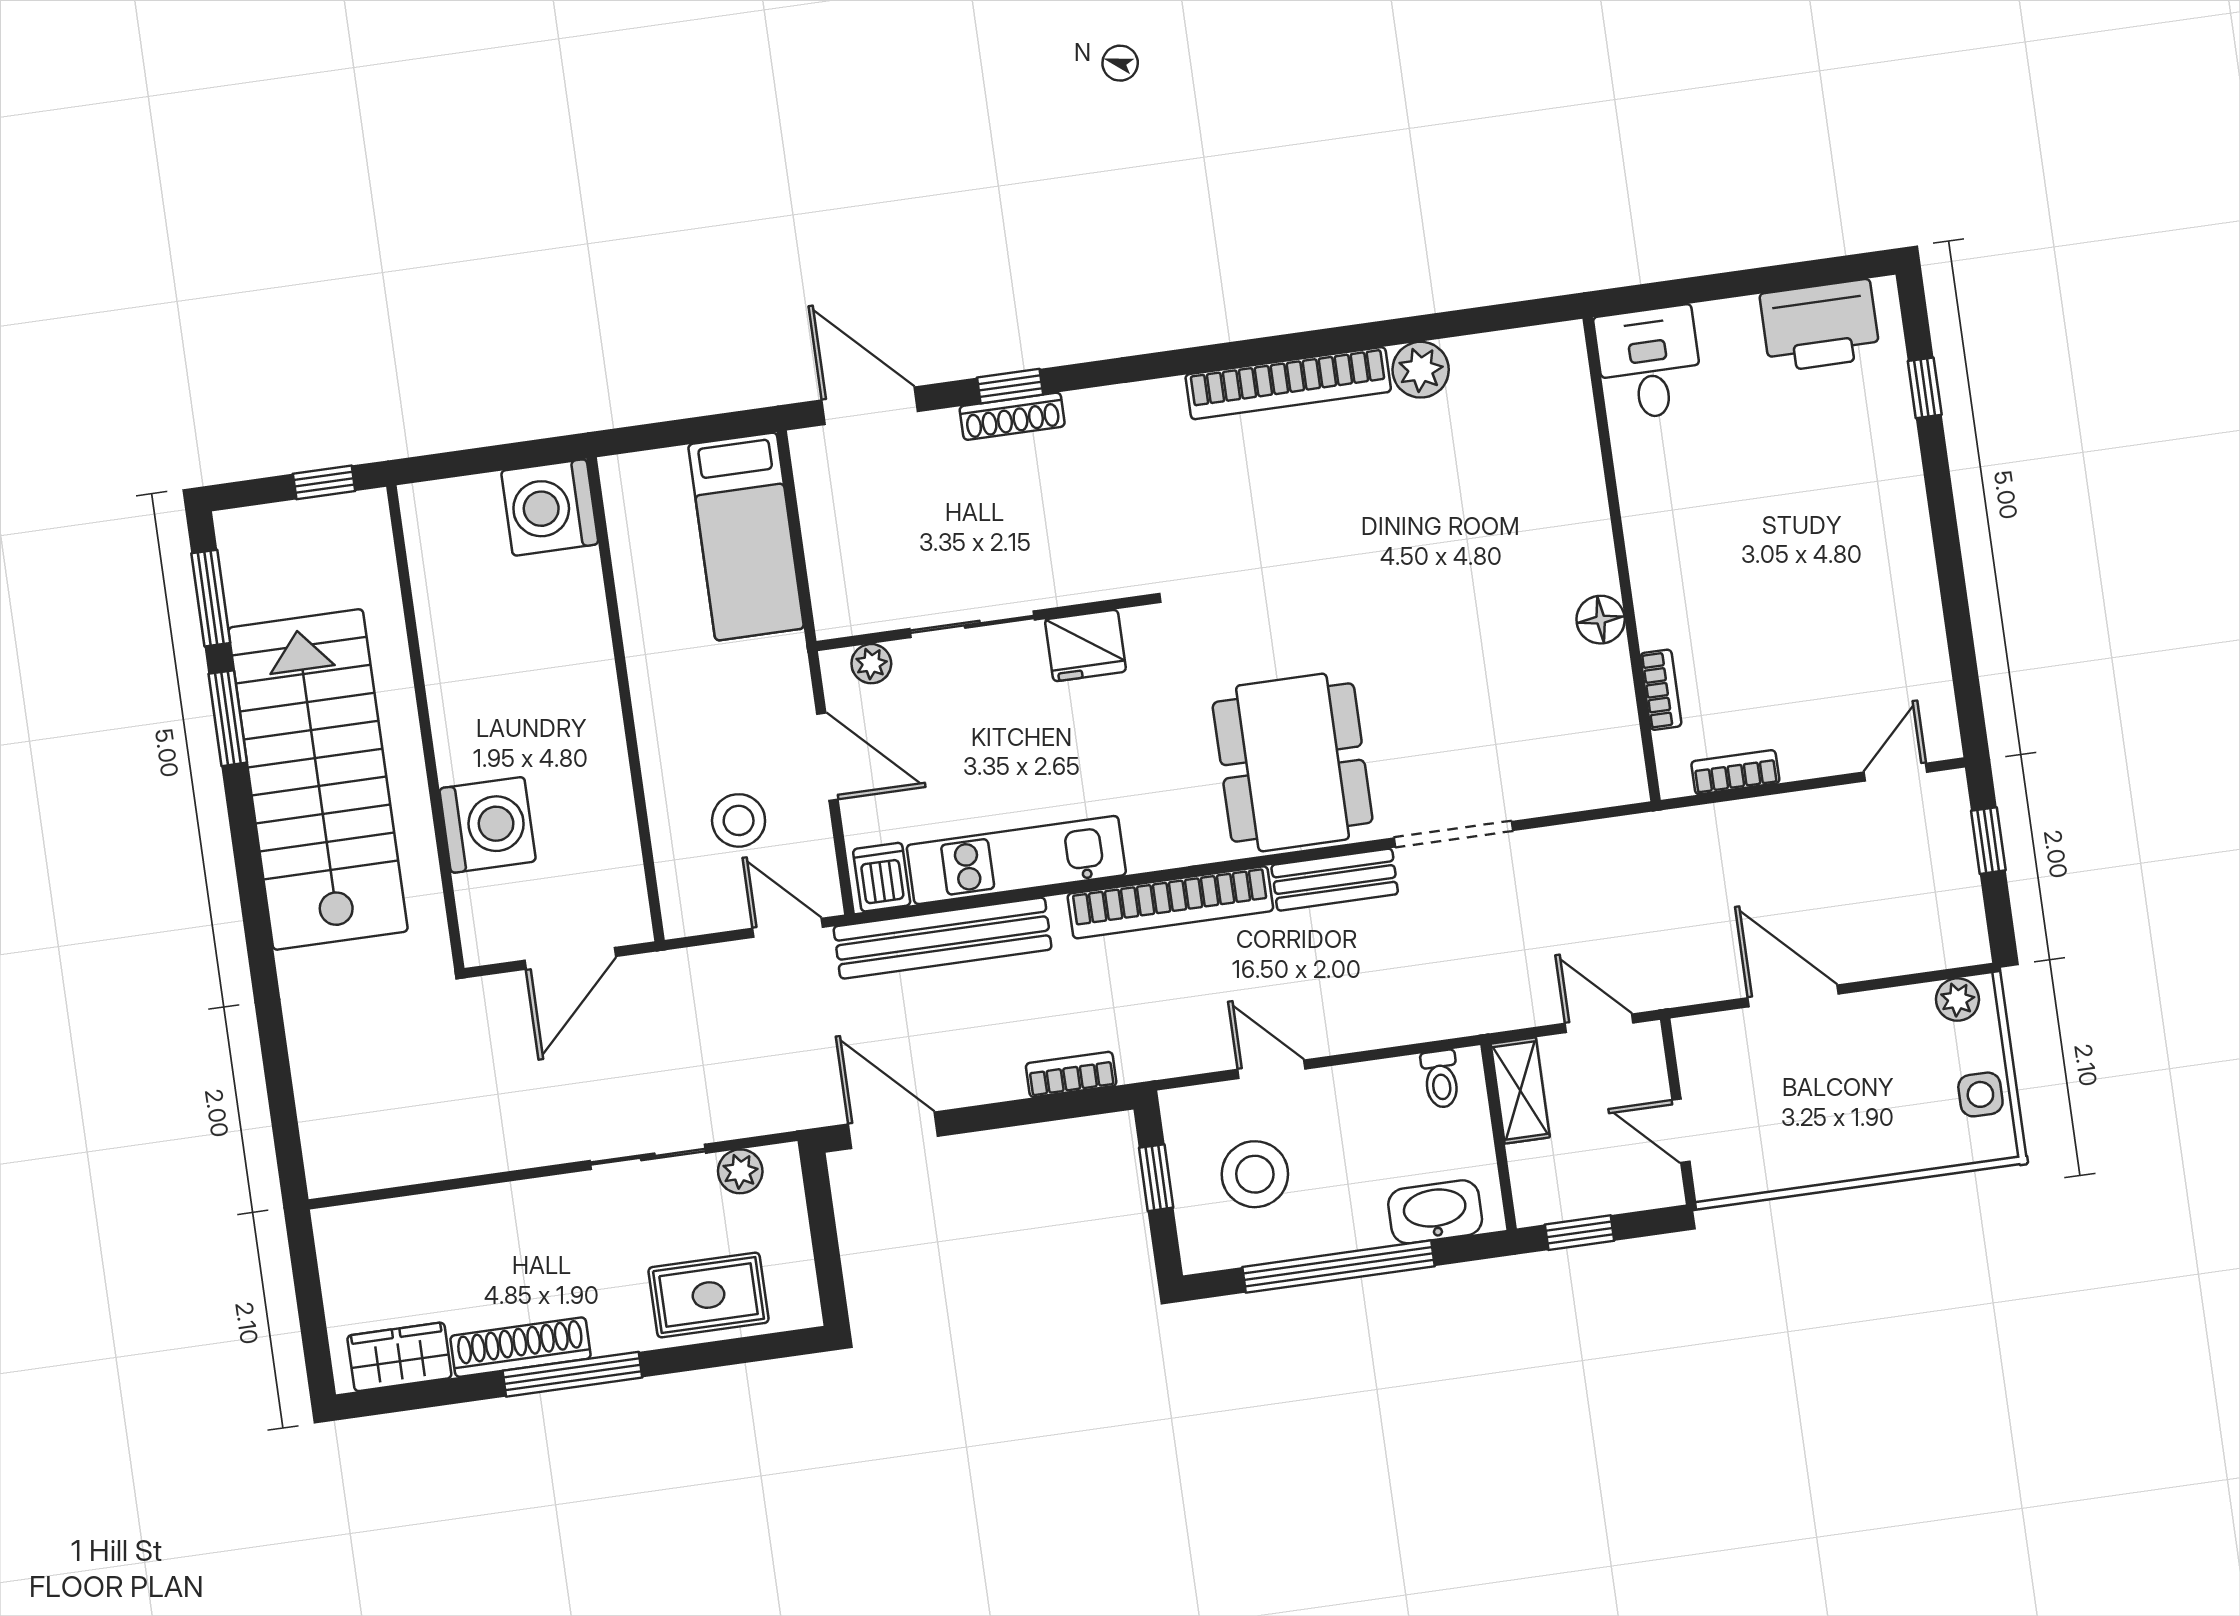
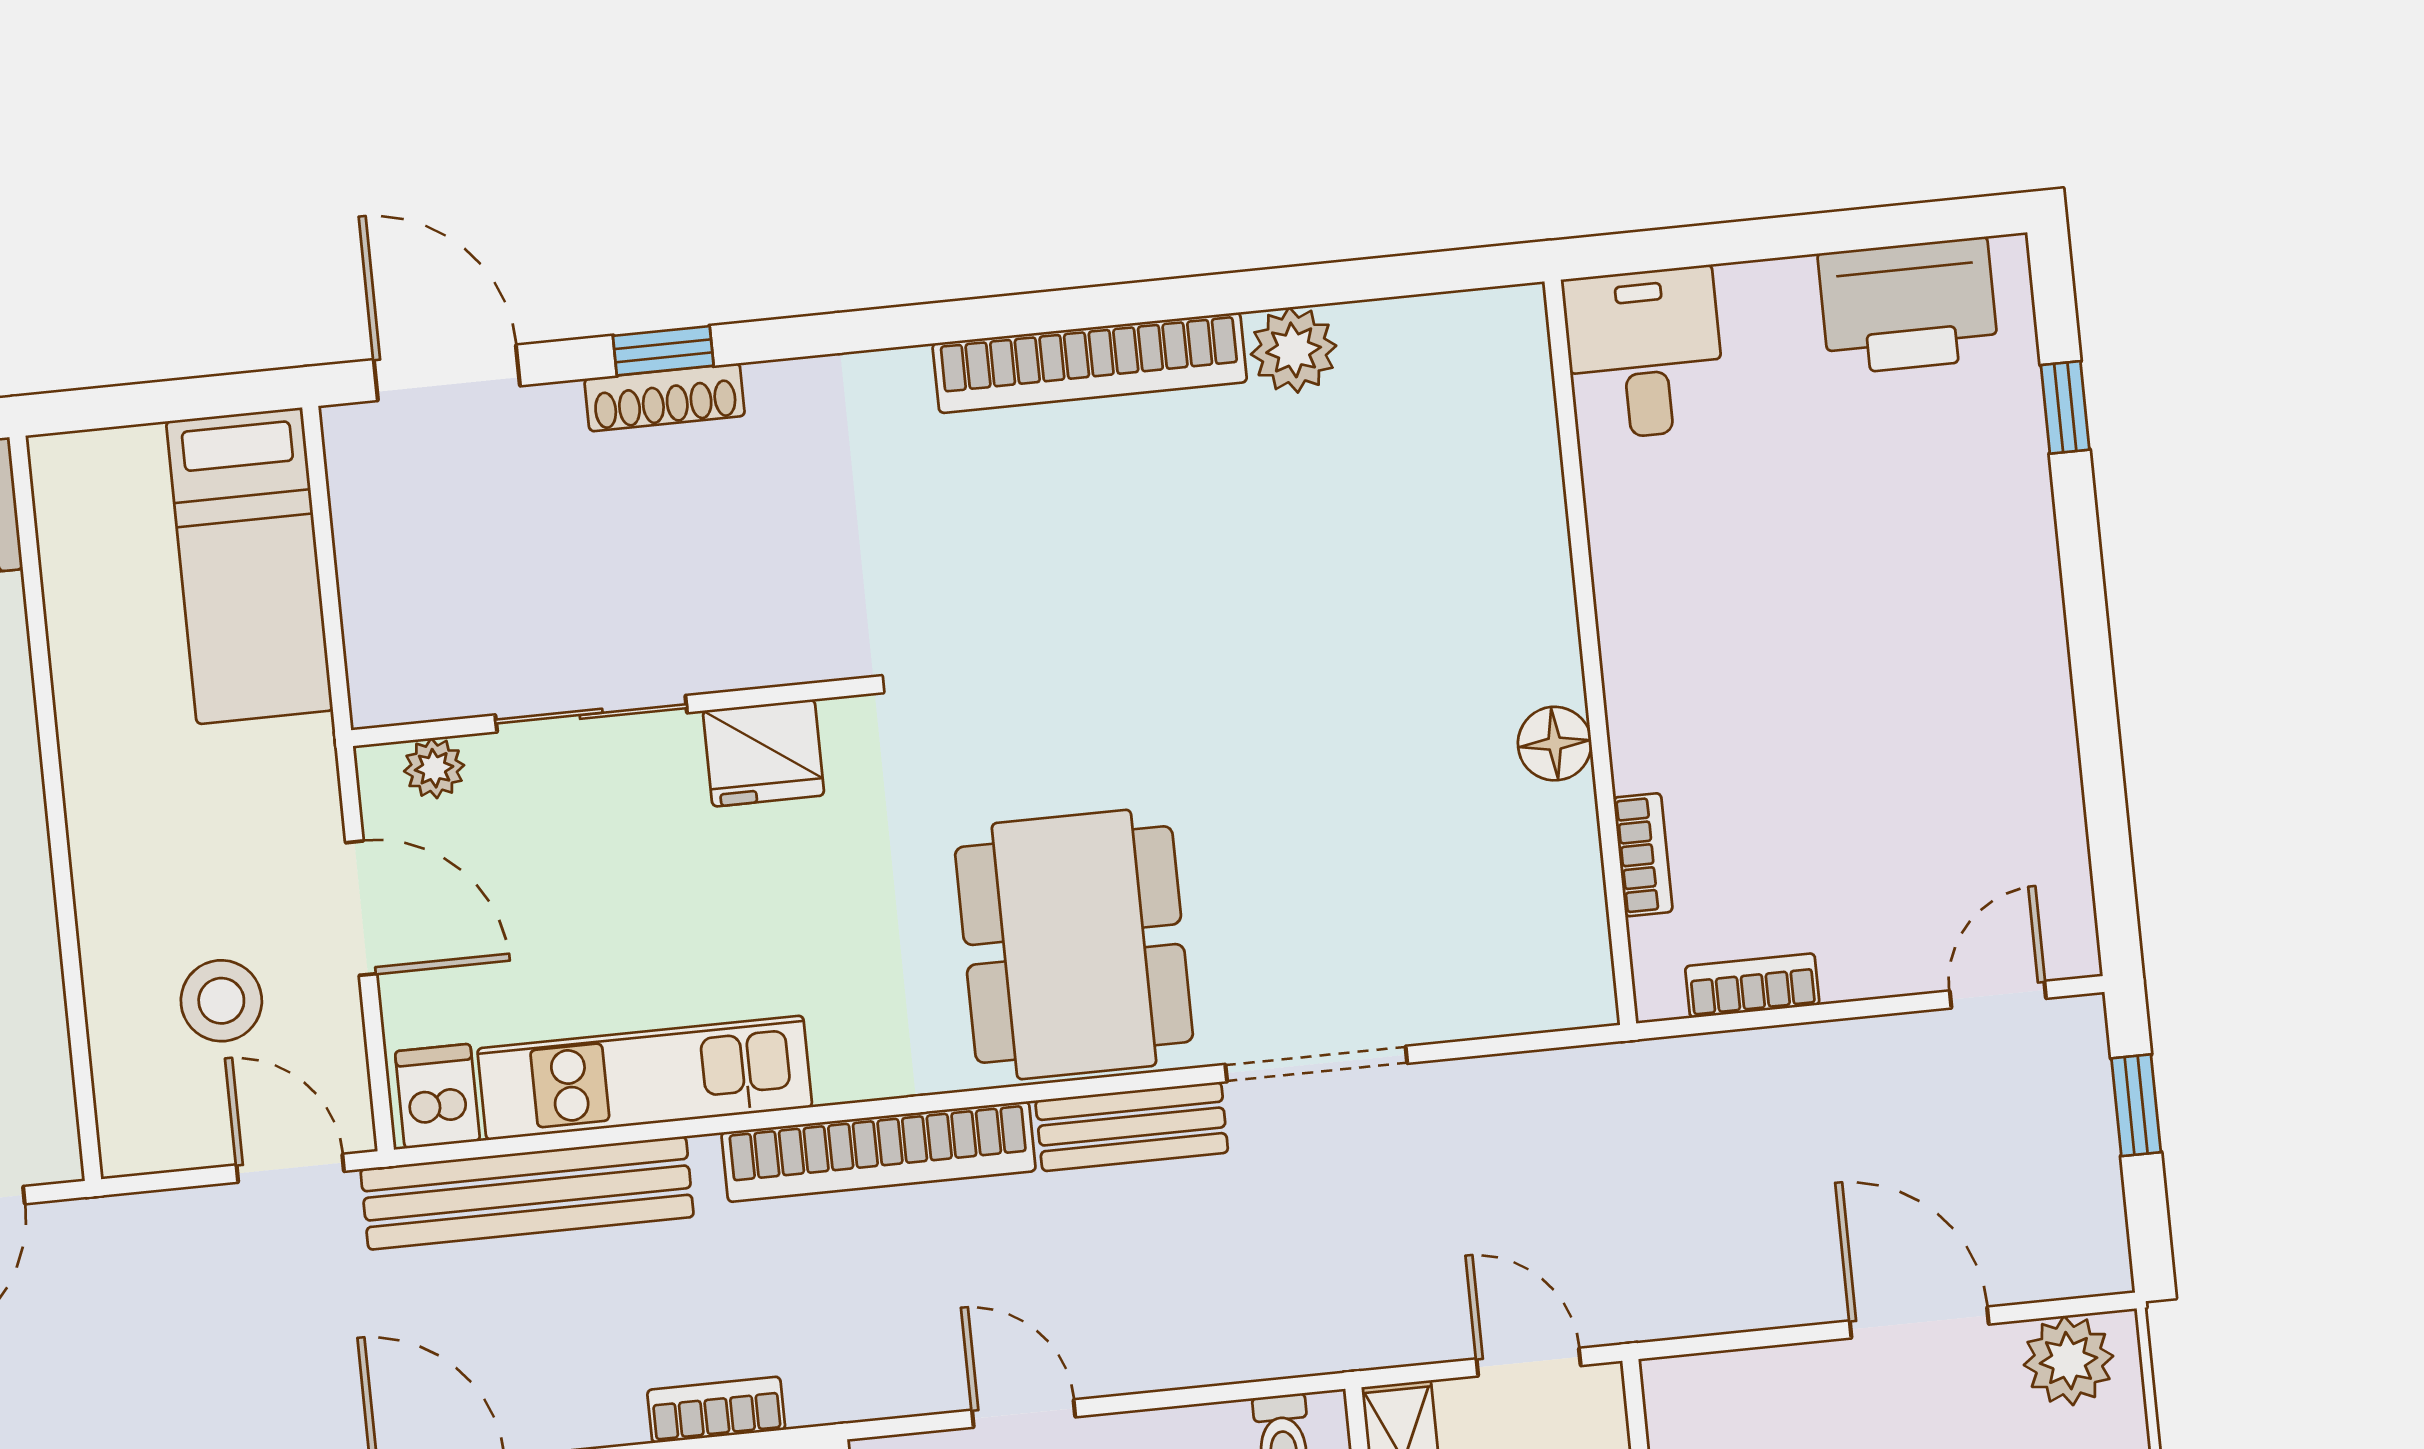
door: (1793, 996) -> (1919, 1322), moved
plant: (1957, 1000) -> (2068, 1361), width x1.38, depth x1.38

